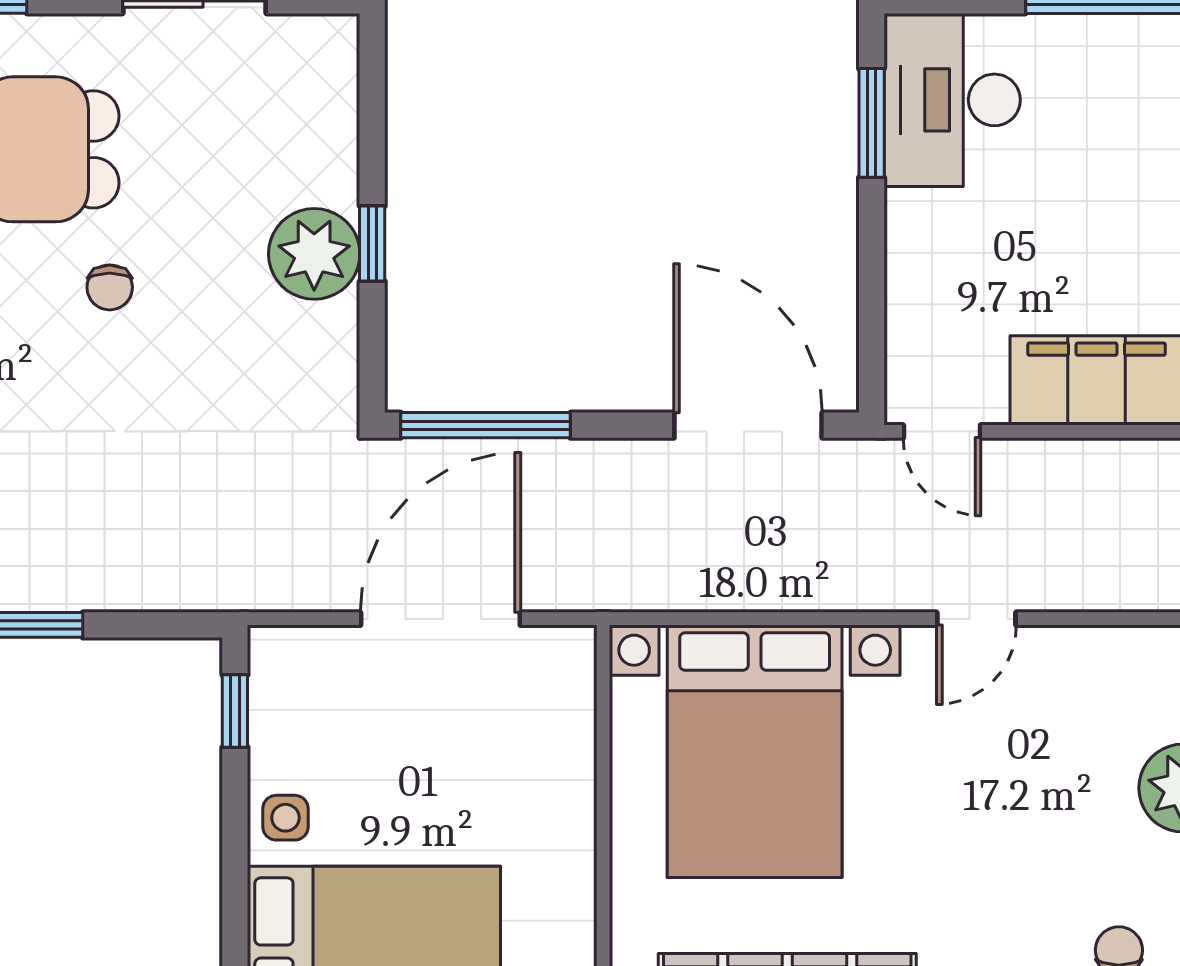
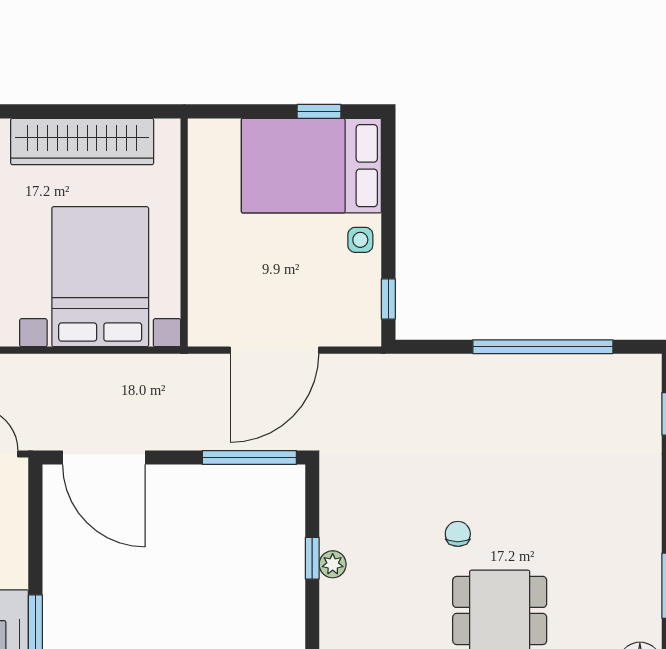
plant: (314, 254) -> (333, 564), width x0.53, depth x0.53

